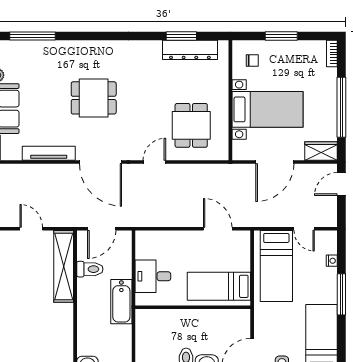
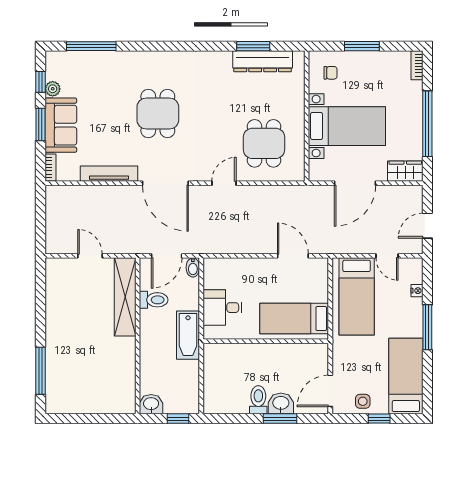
dining table: (94, 98) -> (158, 113), turned 90
door: (341, 184) -> (427, 226), moved
bidet: (126, 239) -> (193, 267), added

